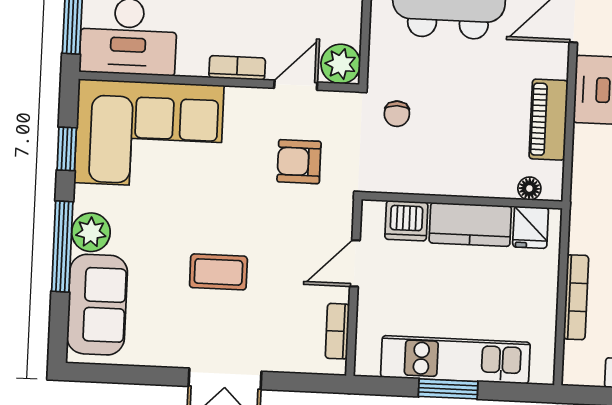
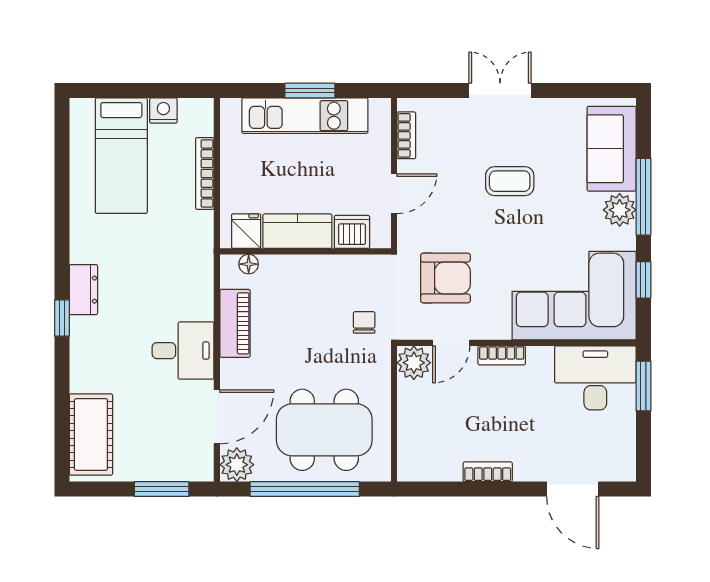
armchair: (299, 162) -> (445, 278), width x1.38, depth x1.38

